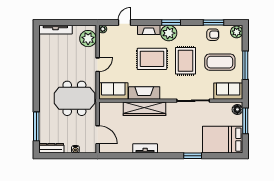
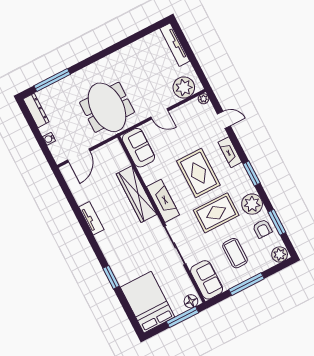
plant: (169, 33) -> (252, 204), moved
coffee table: (220, 62) -> (235, 253), width x0.73, depth x0.76
fireplace: (144, 93) -> (163, 201), moved

